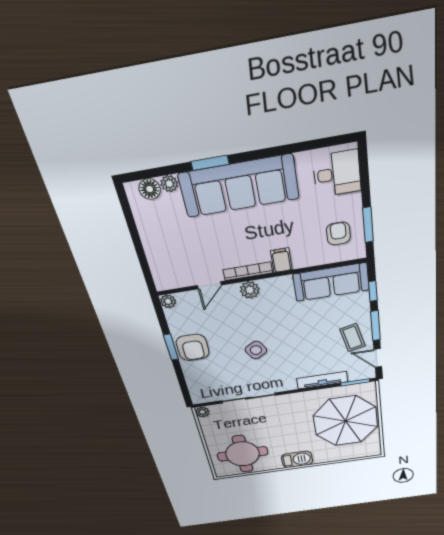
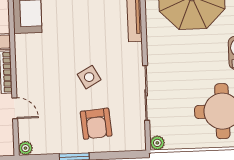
plant: (250, 290) -> (24, 73), removed
armchair: (193, 347) -> (96, 124), moved, turned 85

